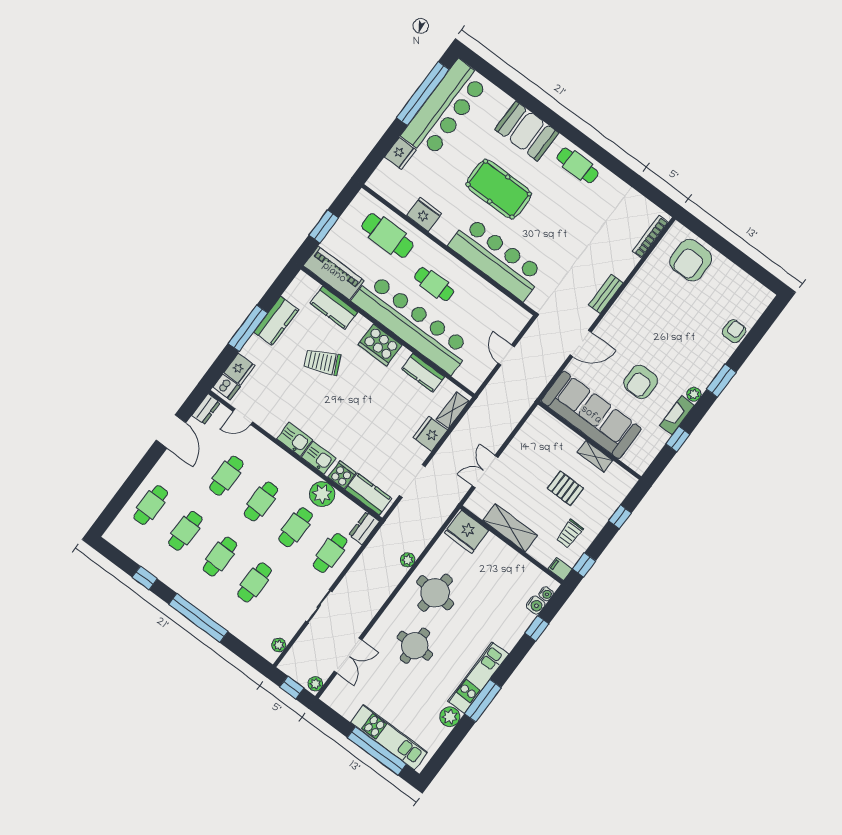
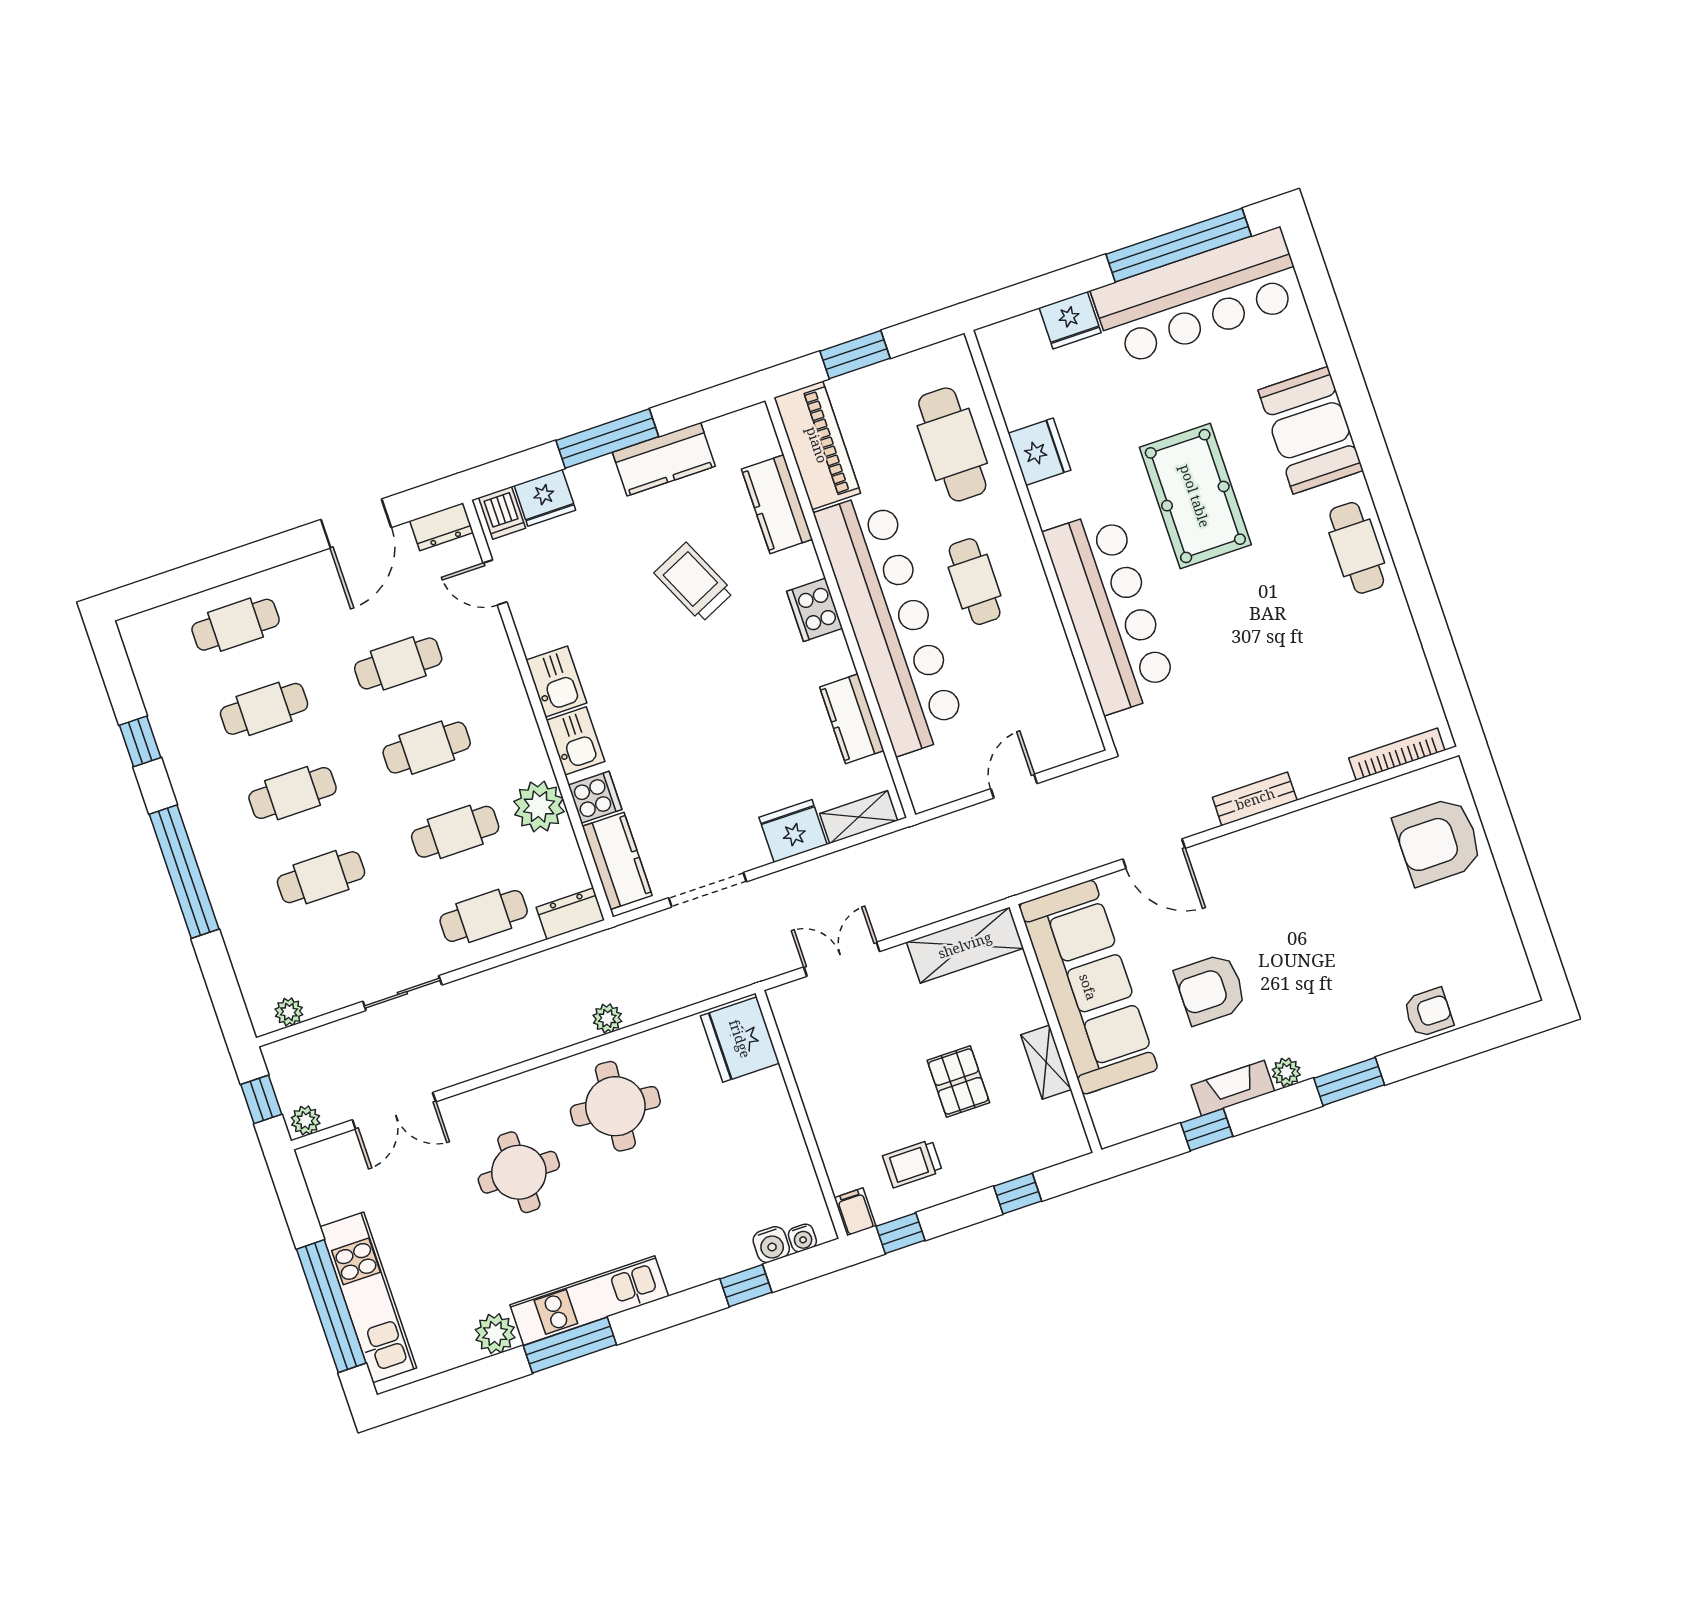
cooker: (380, 345) -> (815, 610), width x0.73, depth x0.76
shelving: (510, 528) -> (965, 945), moved, turned 90

